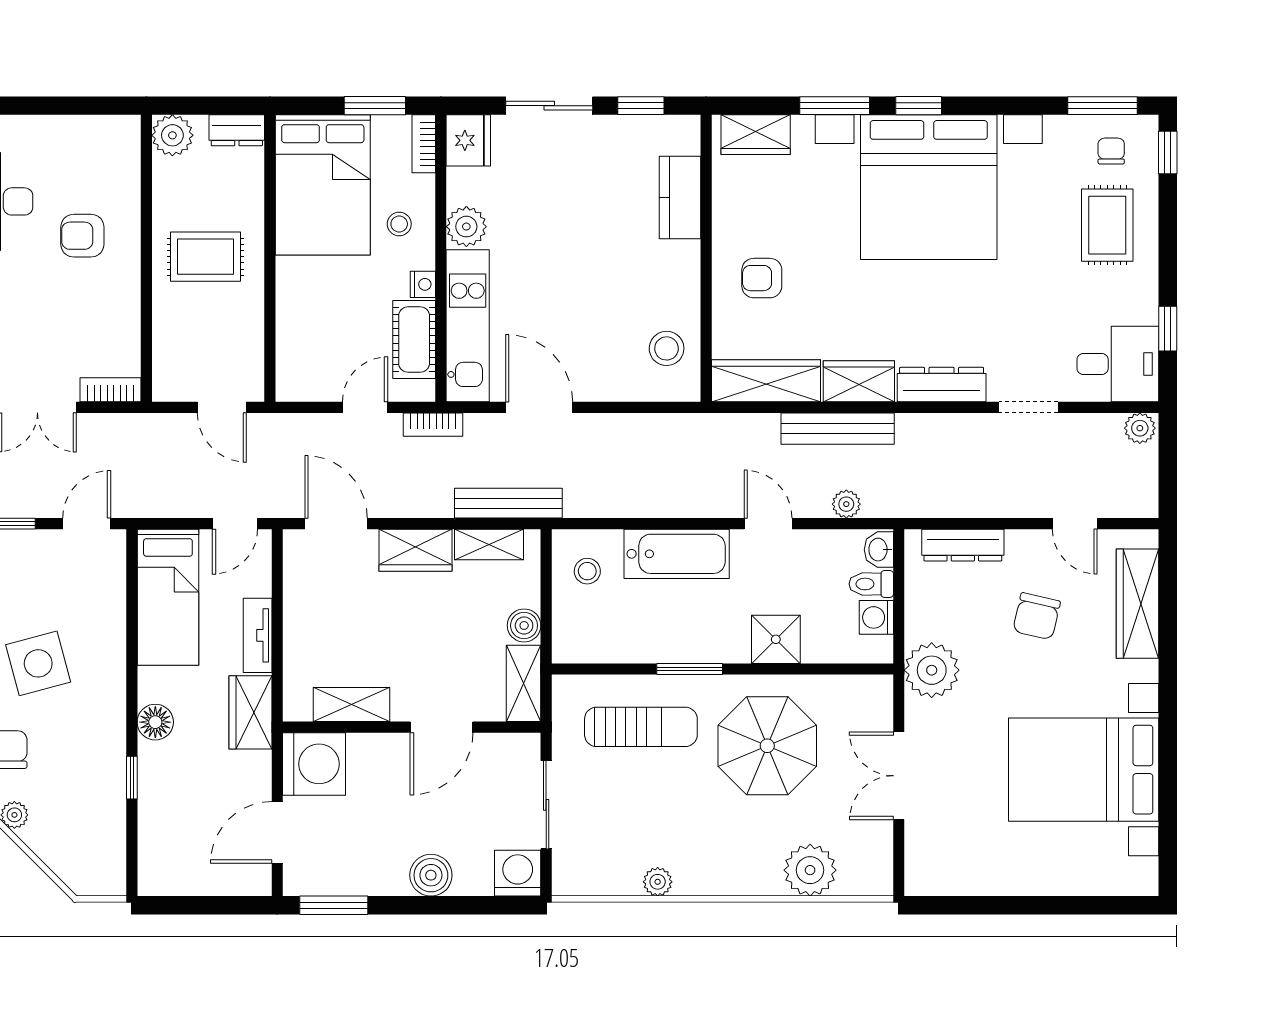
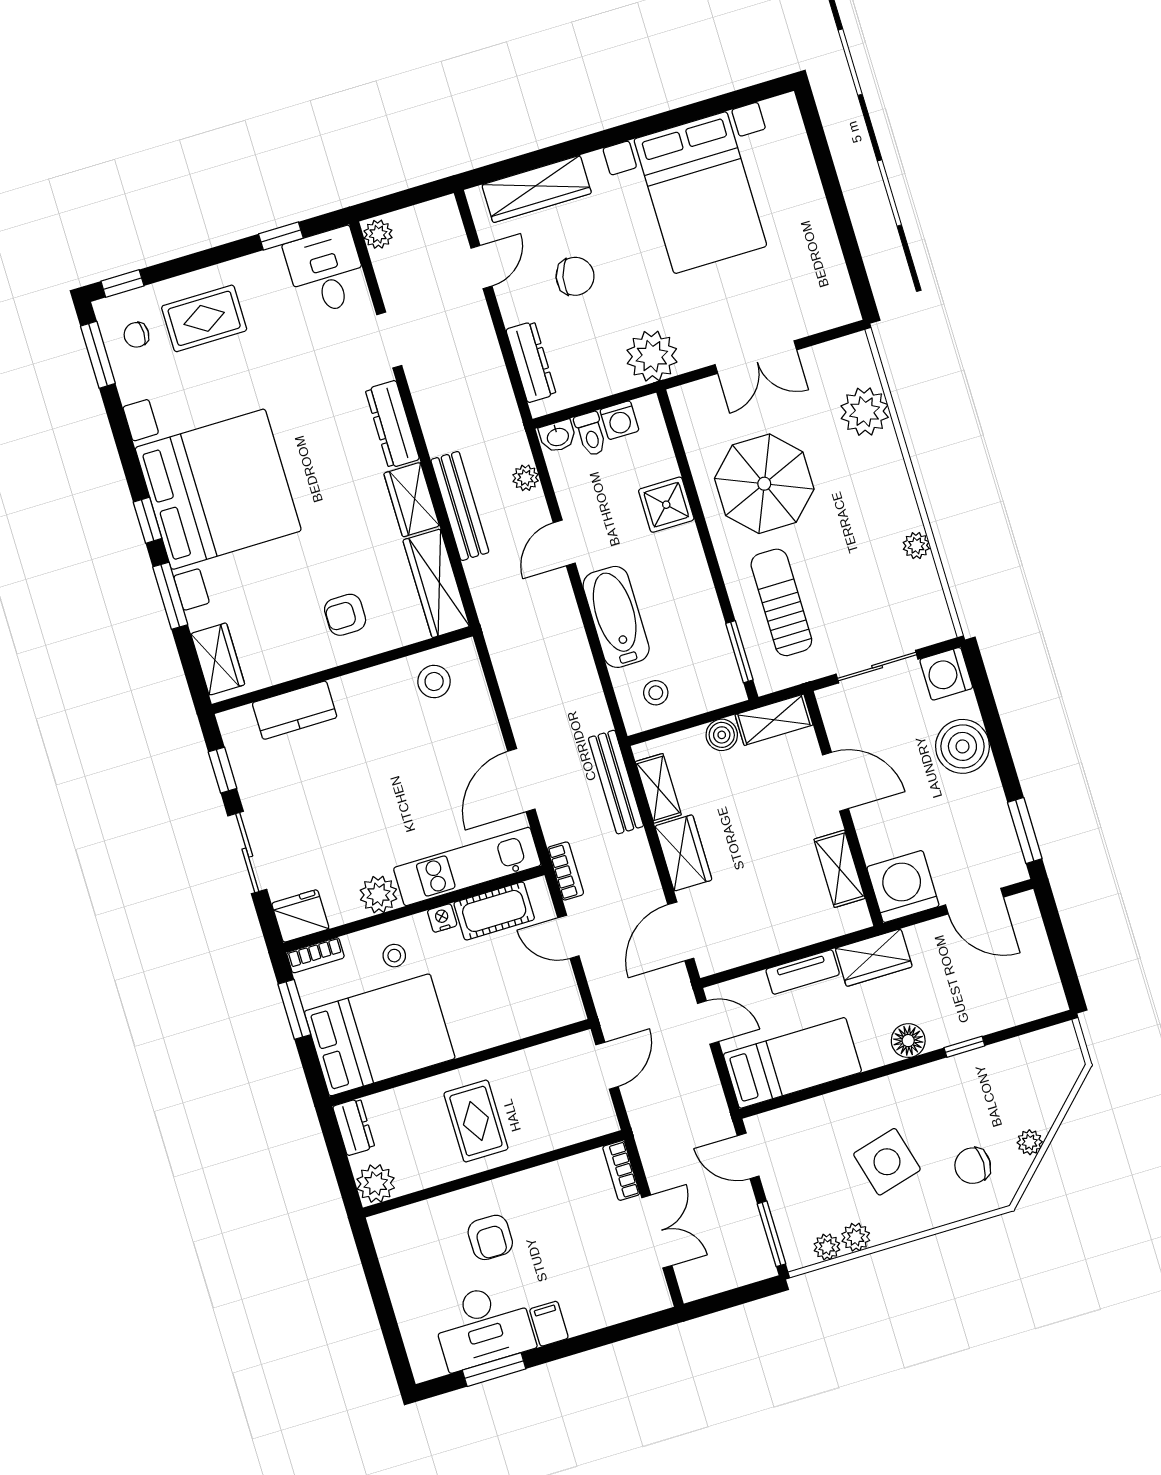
armchair: (762, 278) -> (345, 615), turned 90
window: (690, 669) -> (739, 652), moved
boiler: (431, 875) -> (962, 746), width x1.37, depth x1.37

